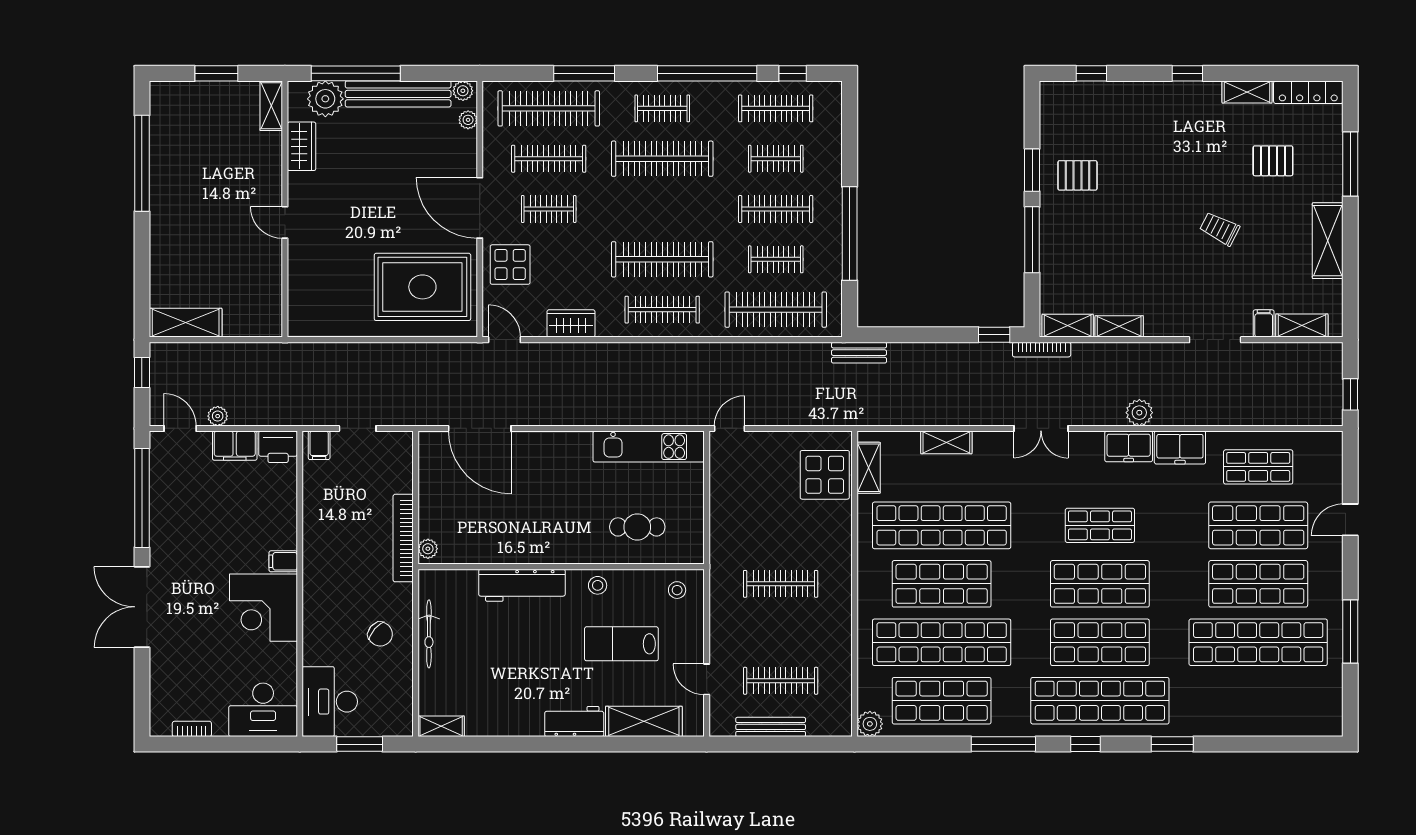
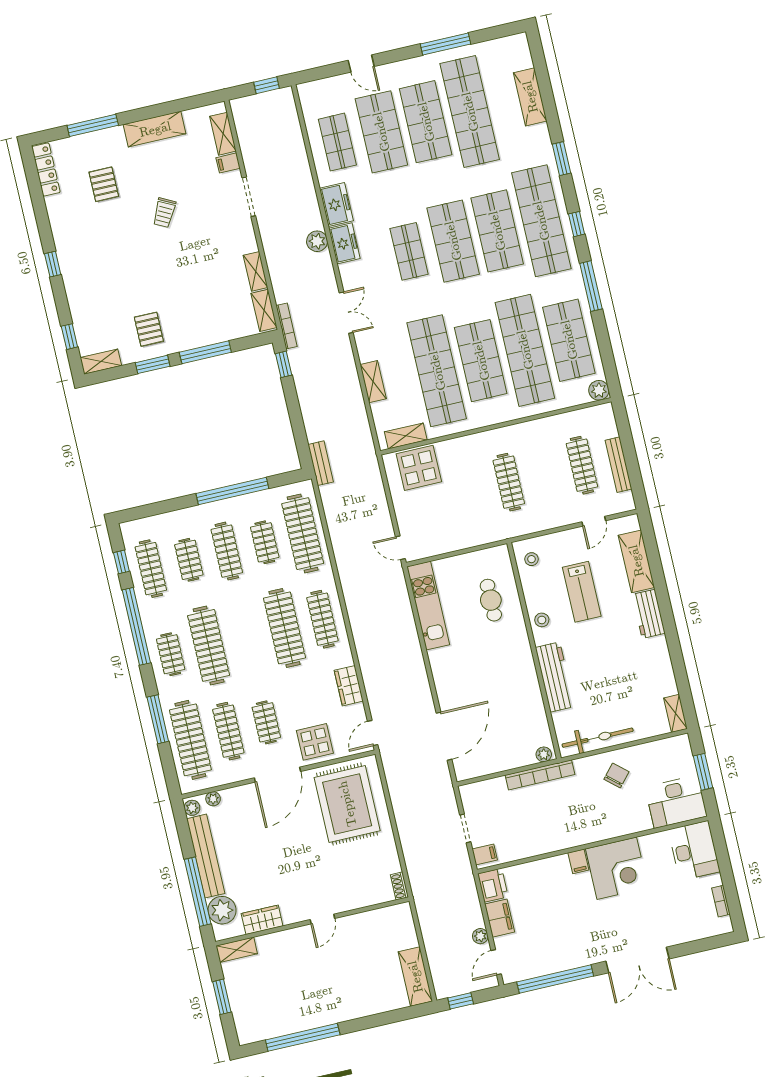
shelving: (1247, 92) -> (101, 362), moved, turned 90
shoe rack: (304, 329) -> (399, 886), added
bicycle: (429, 634) -> (598, 738), width x1.37, depth x1.40
shelving: (1259, 723) -> (530, 97), added

